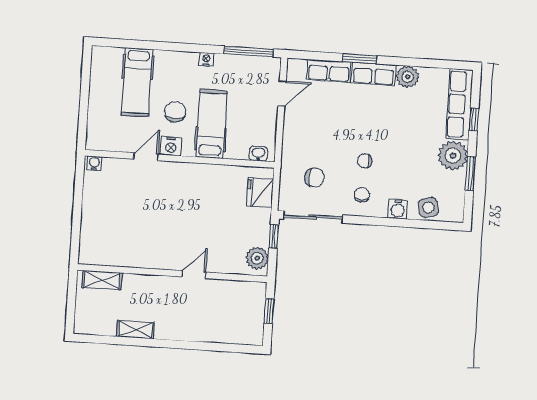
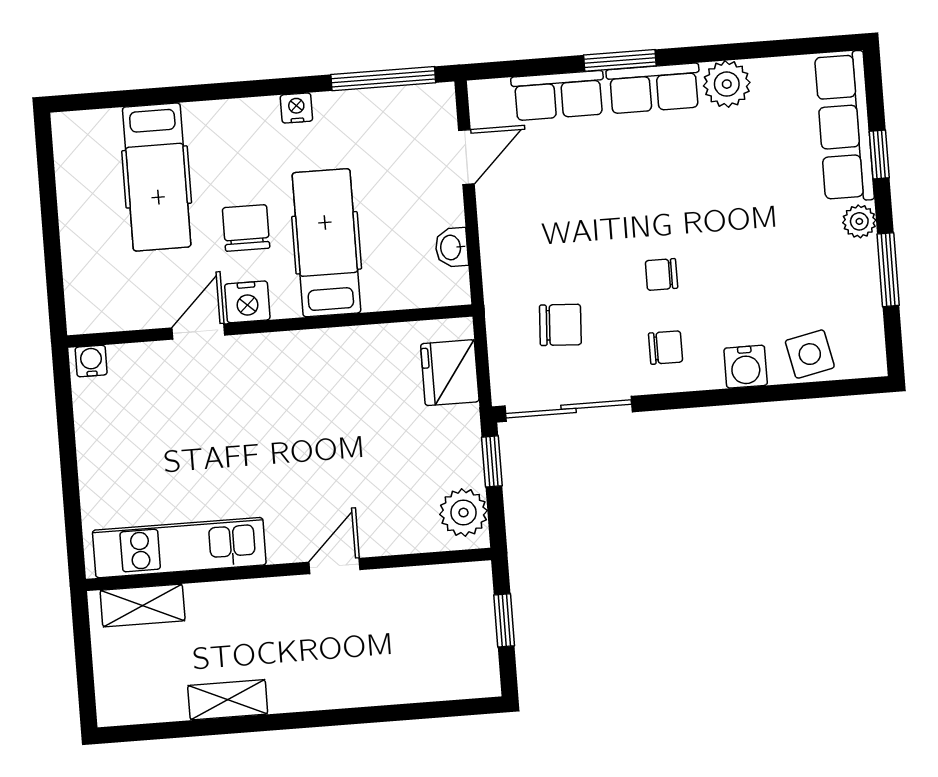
washbasin: (258, 154) -> (452, 247), moved, turned -90
plant: (453, 156) -> (859, 221), width x0.53, depth x0.53
chair: (362, 195) -> (666, 348), turned 90
kitchen unit: (123, 256) -> (179, 548), added

